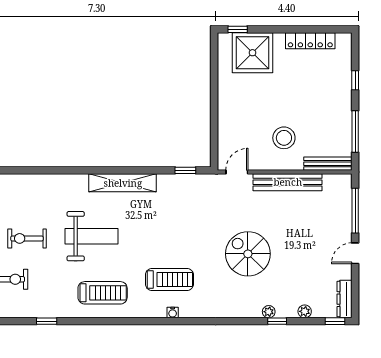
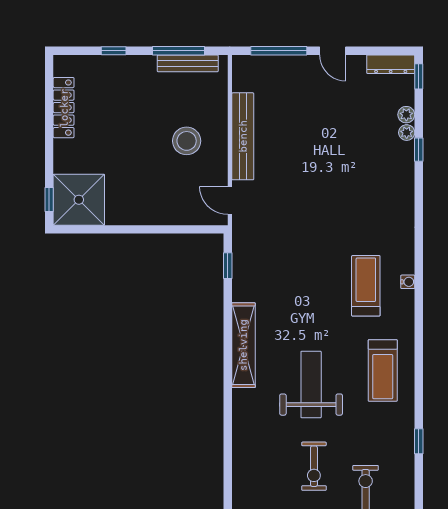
shower: (252, 53) -> (79, 200), moved
bench: (328, 164) -> (188, 63), moved, turned 90
spiral stairs: (248, 254) -> (333, 186), removed
treadmill: (103, 293) -> (383, 370), turned 180
plant: (269, 312) -> (407, 133), moved

